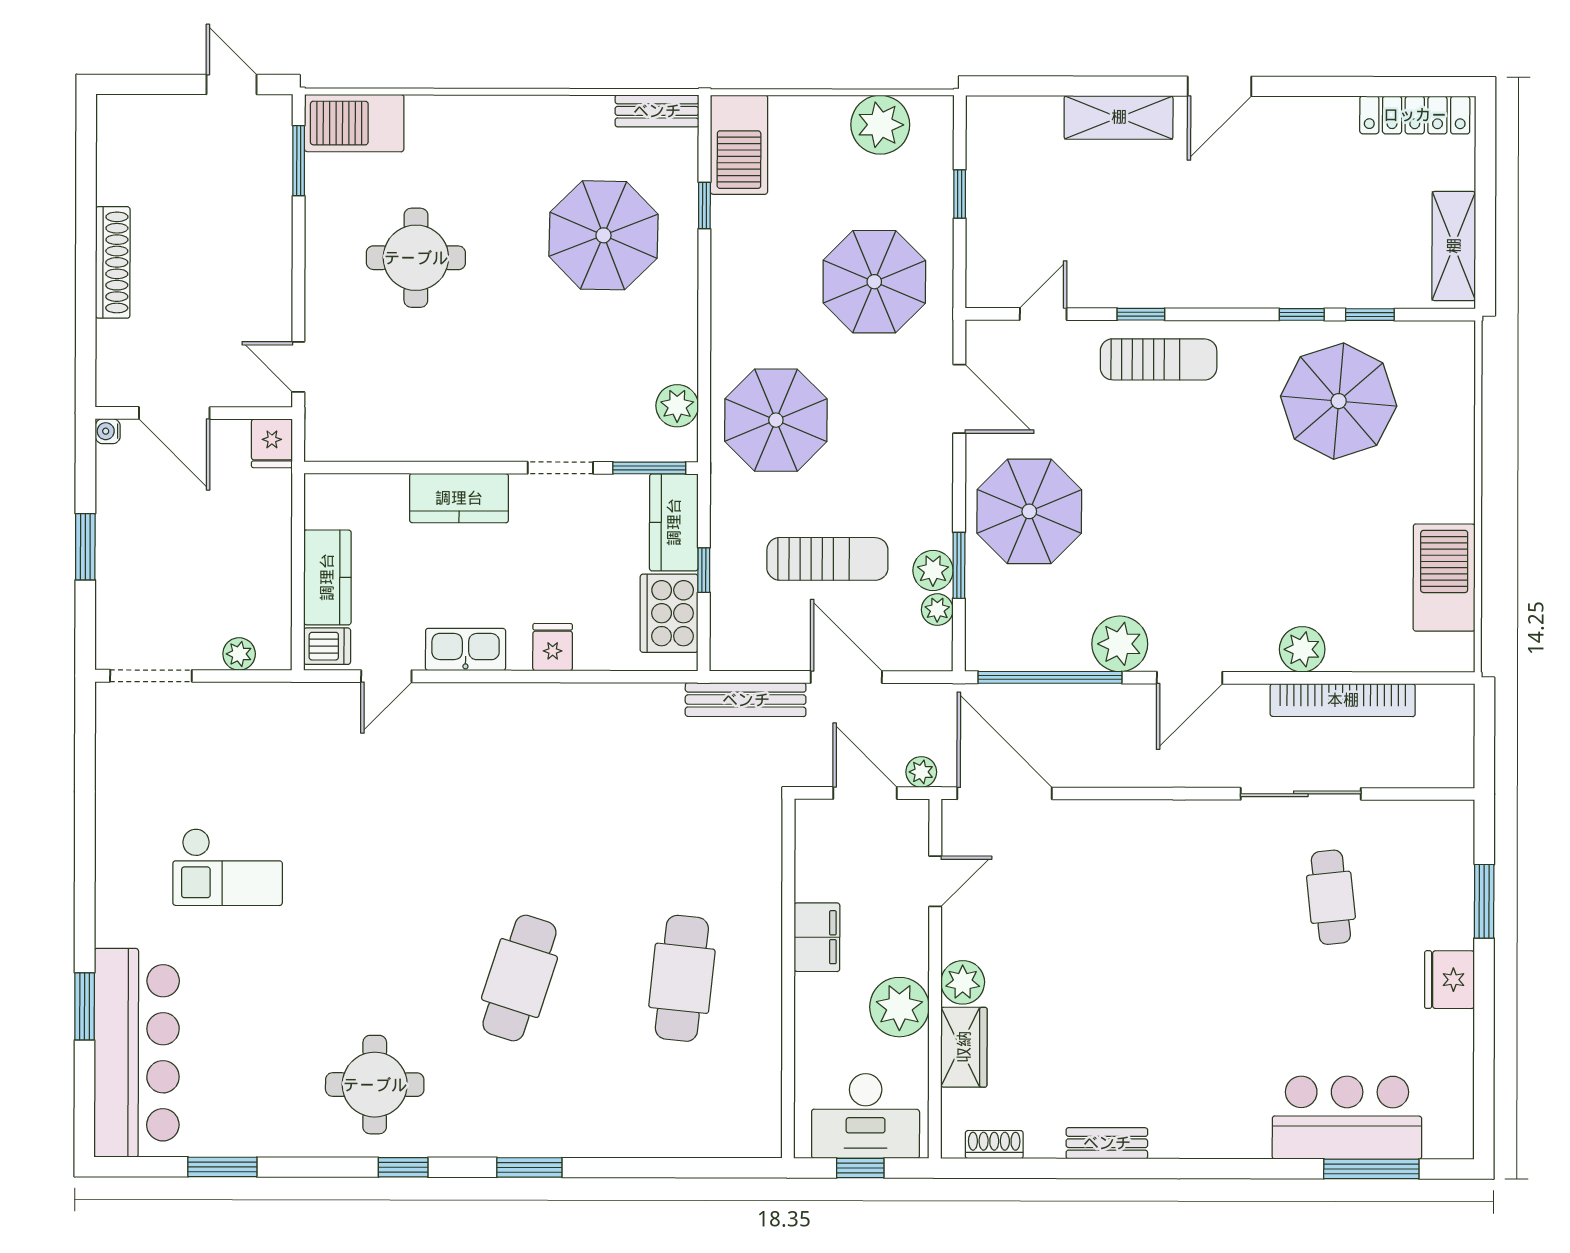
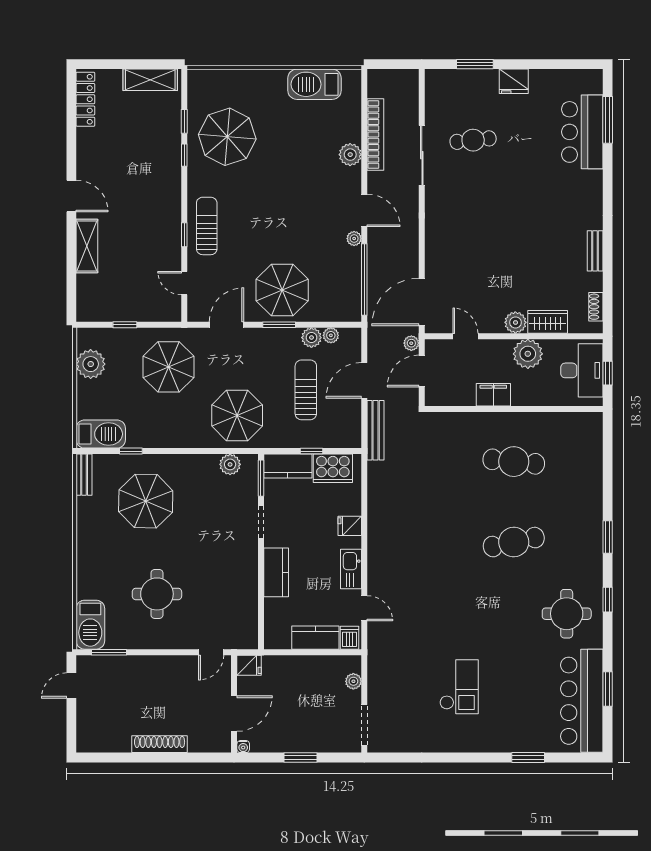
window: (959, 565) -> (279, 325), moved
plant: (1120, 644) -> (354, 239), width x0.53, depth x0.53
cafe table: (519, 978) -> (514, 542), turned -30
bar counter: (137, 1053) -> (582, 701), moved, turned -90

